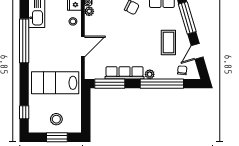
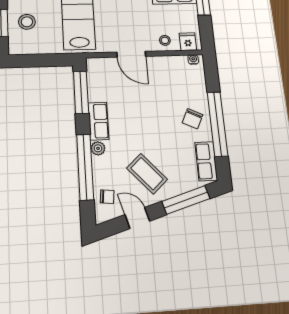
plant: (89, 11) -> (181, 61), removed
coffee table: (168, 42) -> (147, 174), turned 48
row of seats: (125, 73) -> (99, 121), width x0.68

